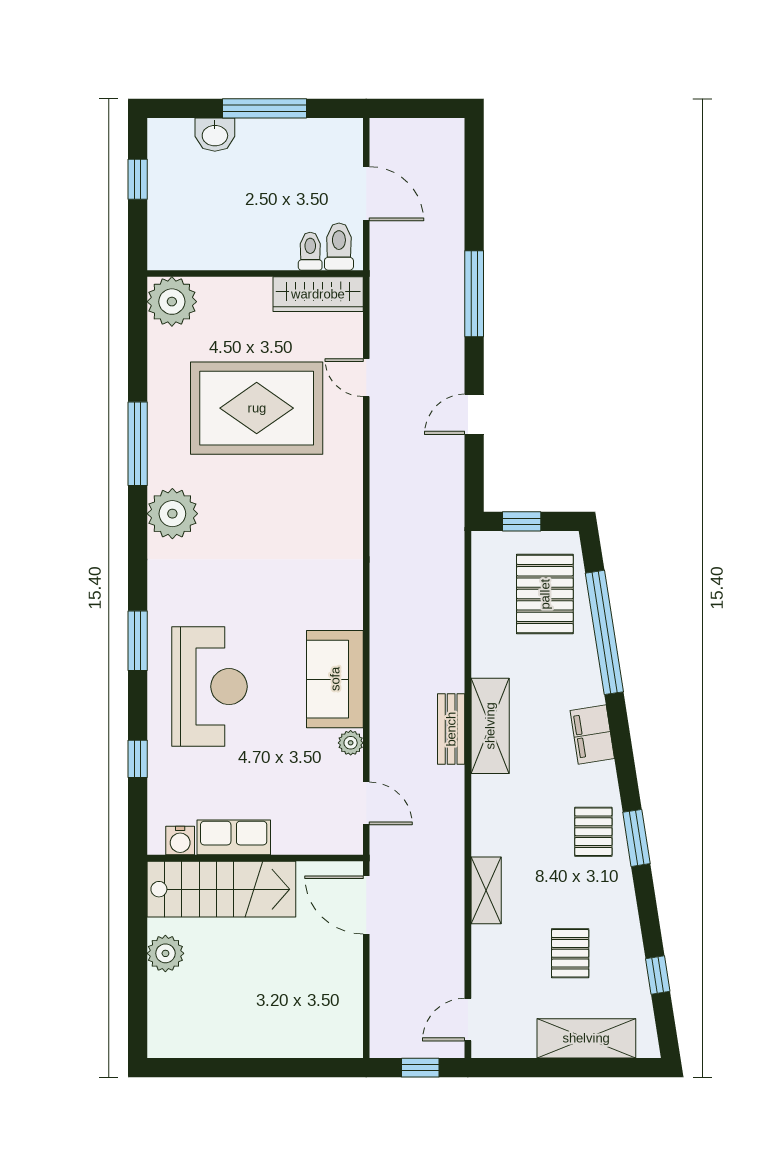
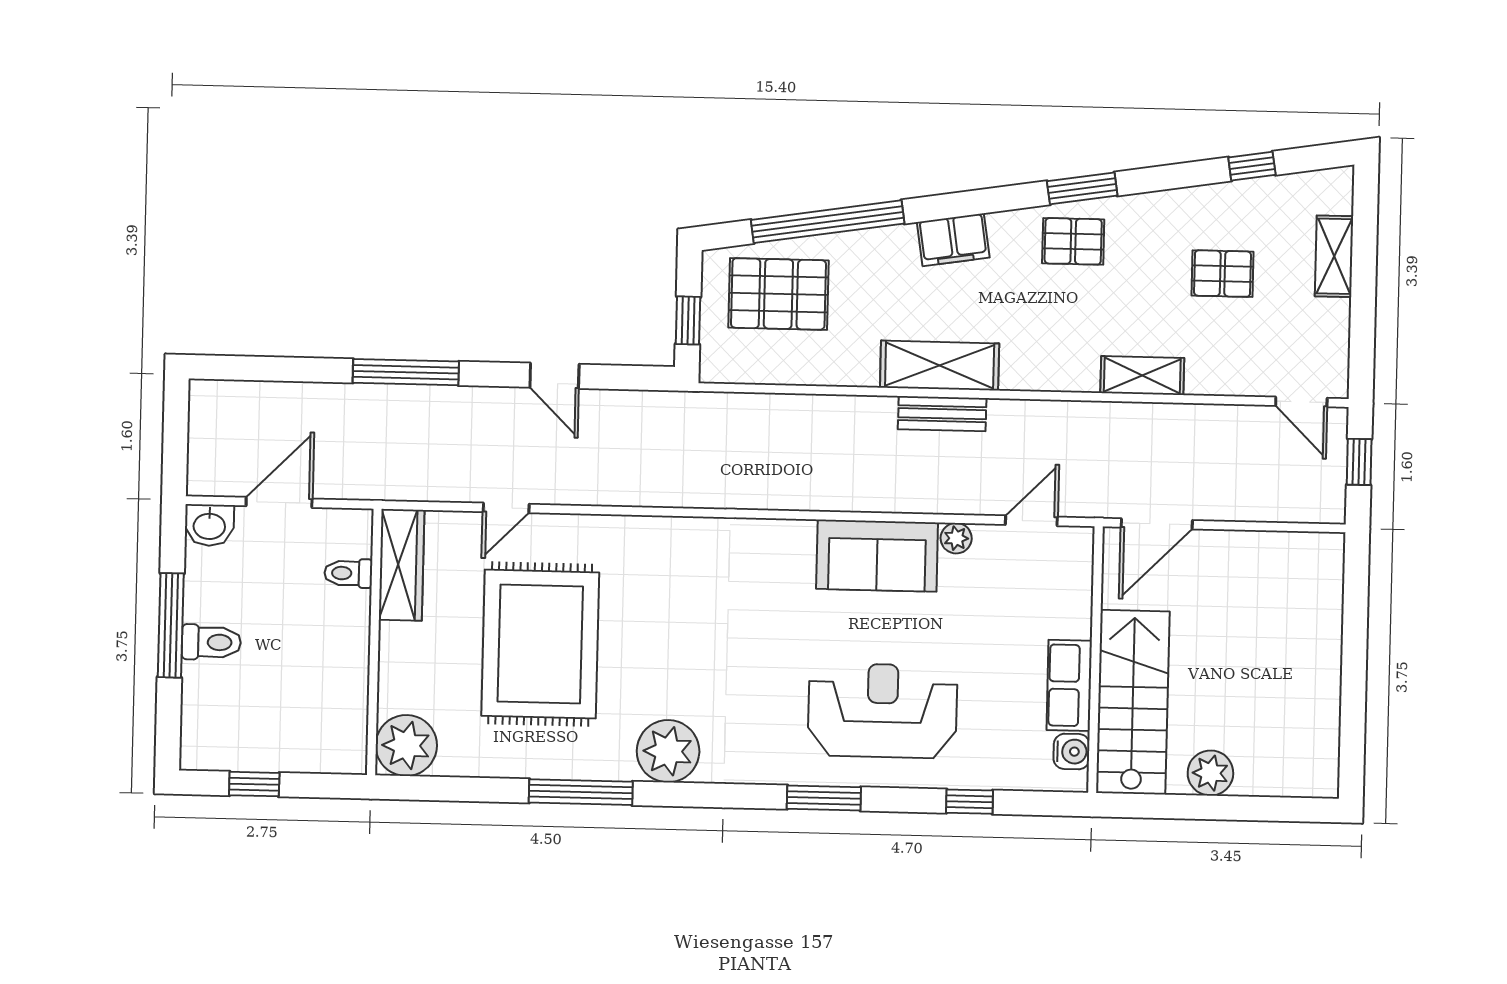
washbasin: (215, 135) -> (209, 525), moved, turned 90
toilet: (339, 247) -> (211, 642), moved, turned 180
shelving: (586, 1038) -> (1334, 256), width x0.67, depth x0.75

